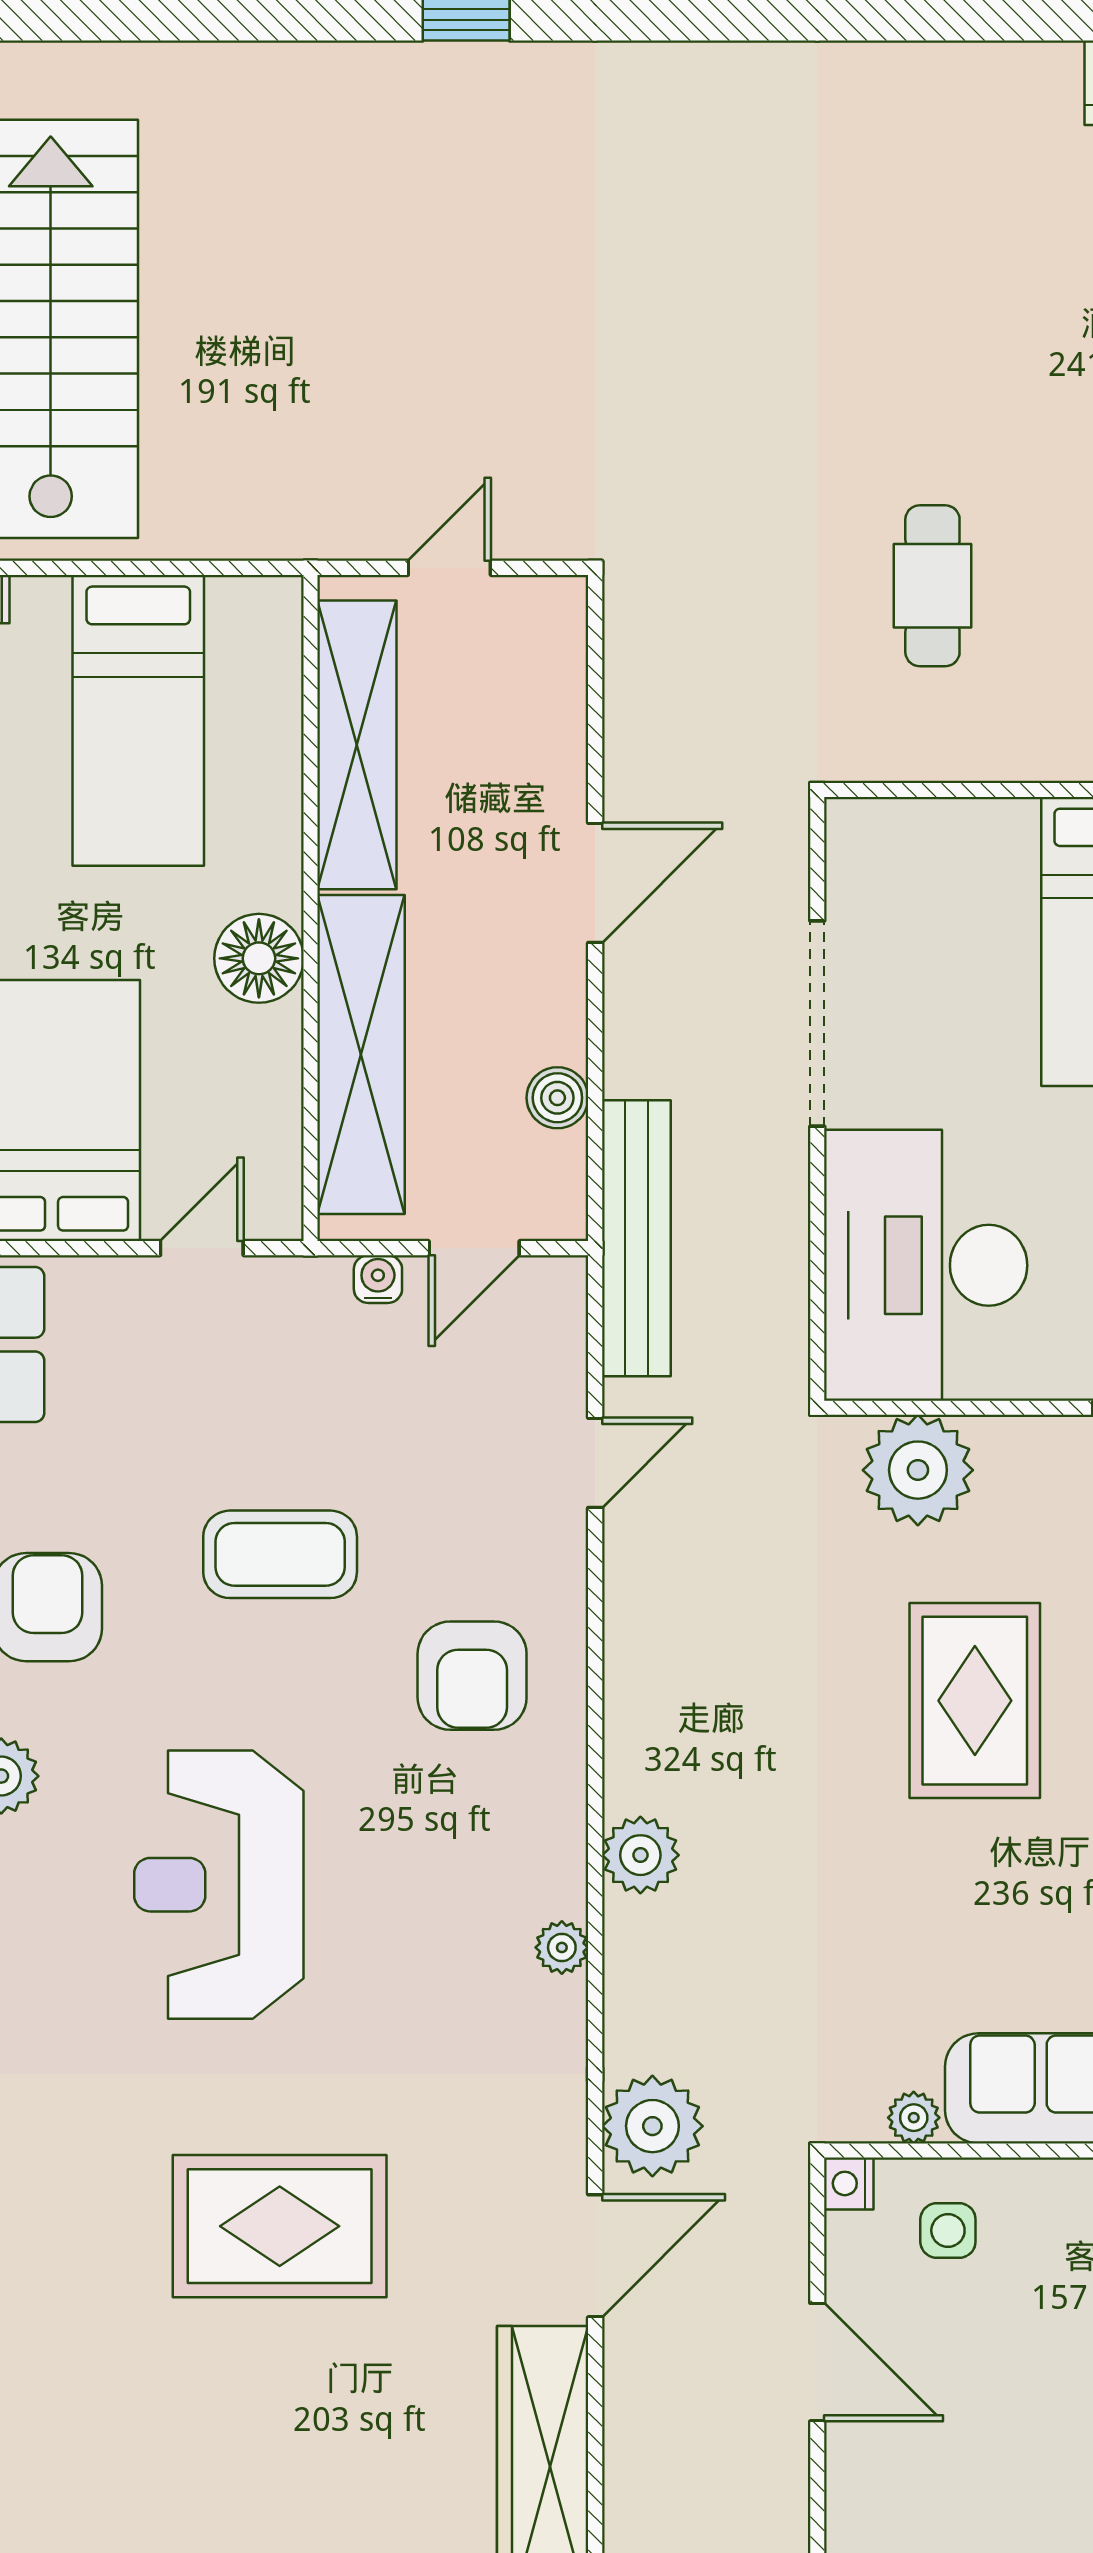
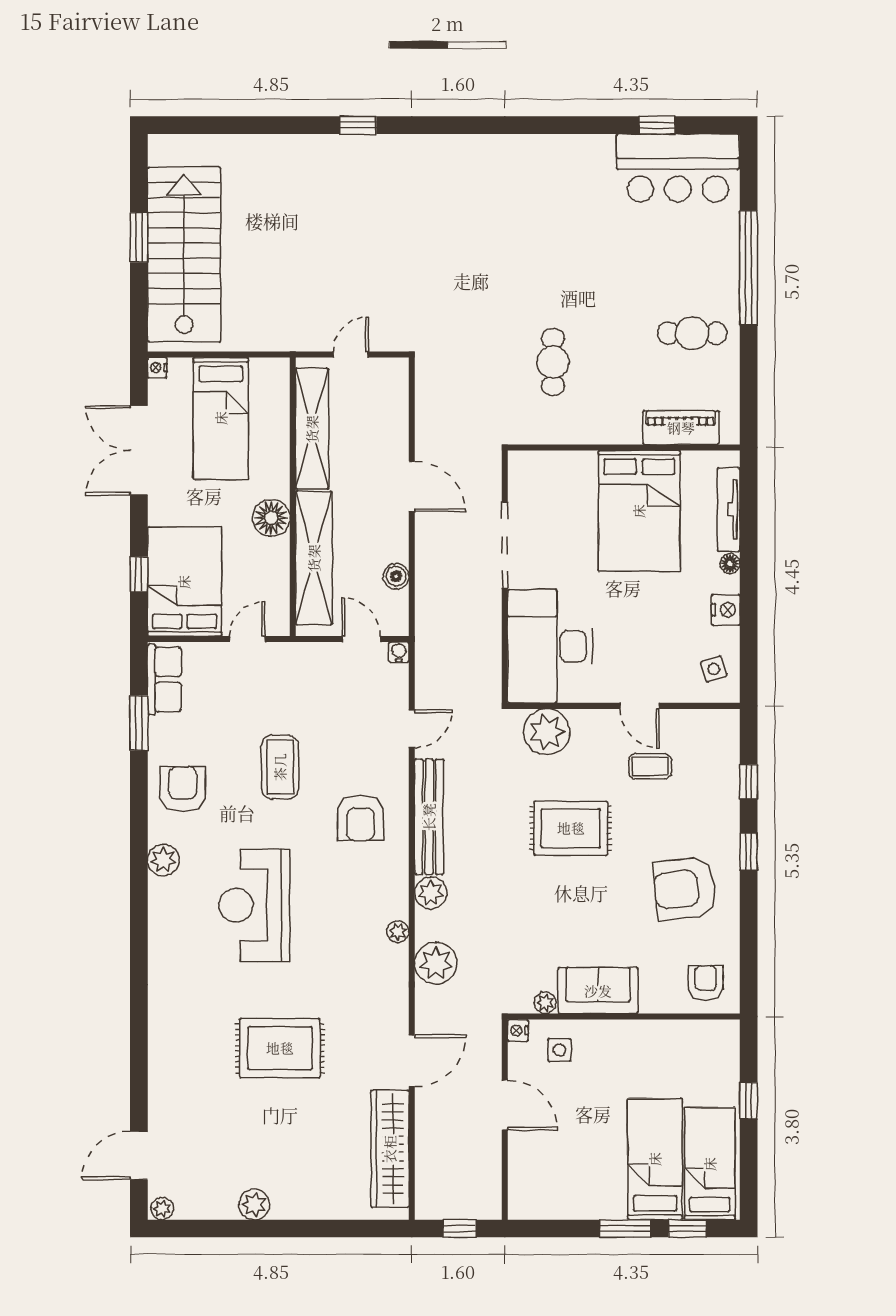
door: (595, 883) -> (412, 486), hinge flipped
bench: (636, 1238) -> (429, 817), moved
door: (474, 1248) -> (361, 639), swing flipped
water cooler: (378, 1279) -> (399, 652), moved
coffee table: (280, 1554) -> (280, 767), turned 90
rug: (975, 1701) -> (571, 828), turned 90
plant: (652, 2126) -> (436, 963), moved

